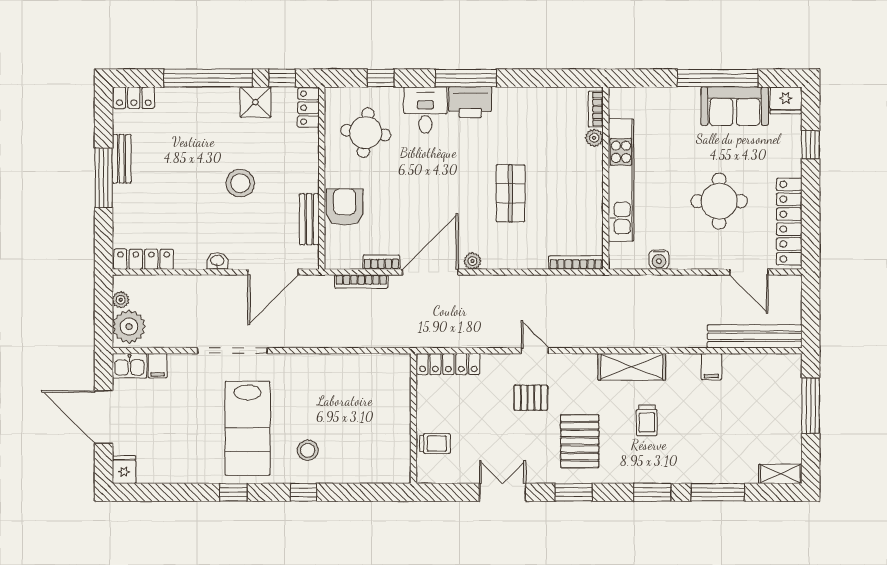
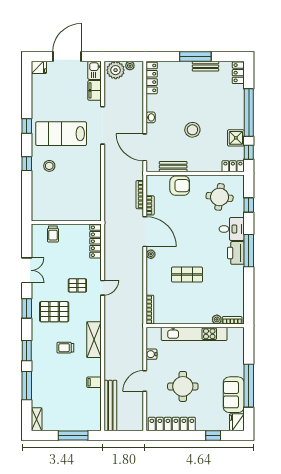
door: (749, 272) -> (145, 381), moved
filing cabinet: (158, 366) -> (95, 90), width x2.00
pallet: (531, 398) -> (77, 285), turned 90

